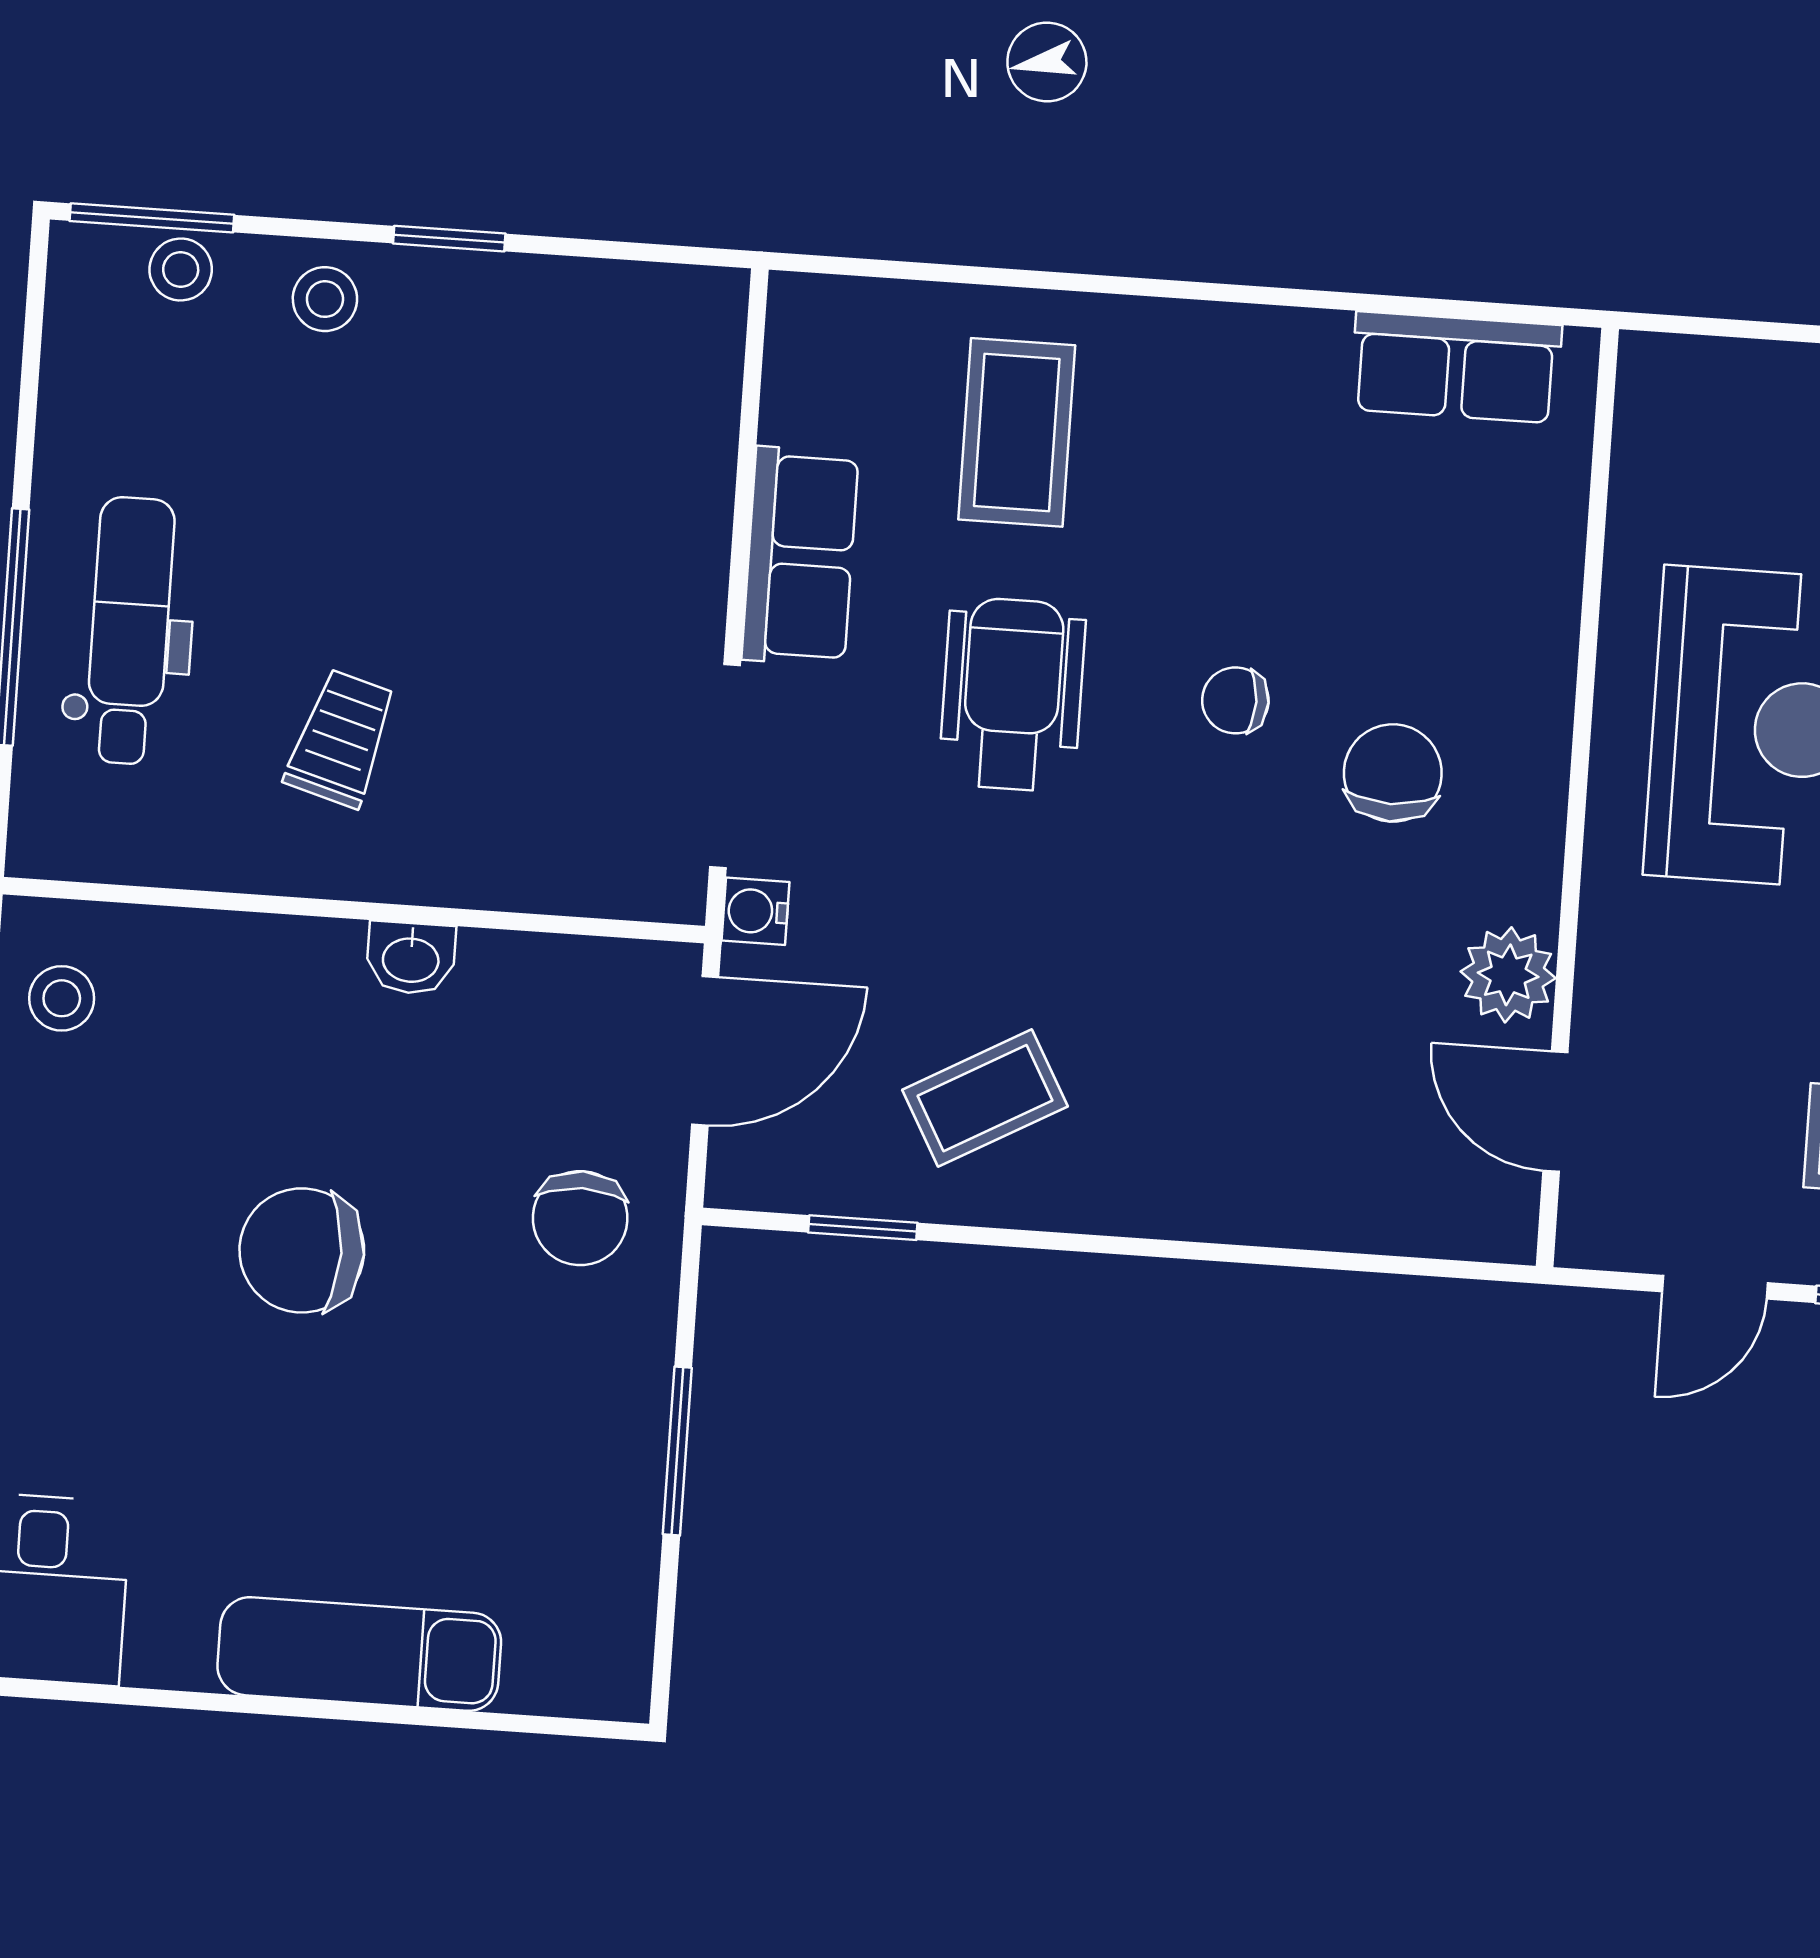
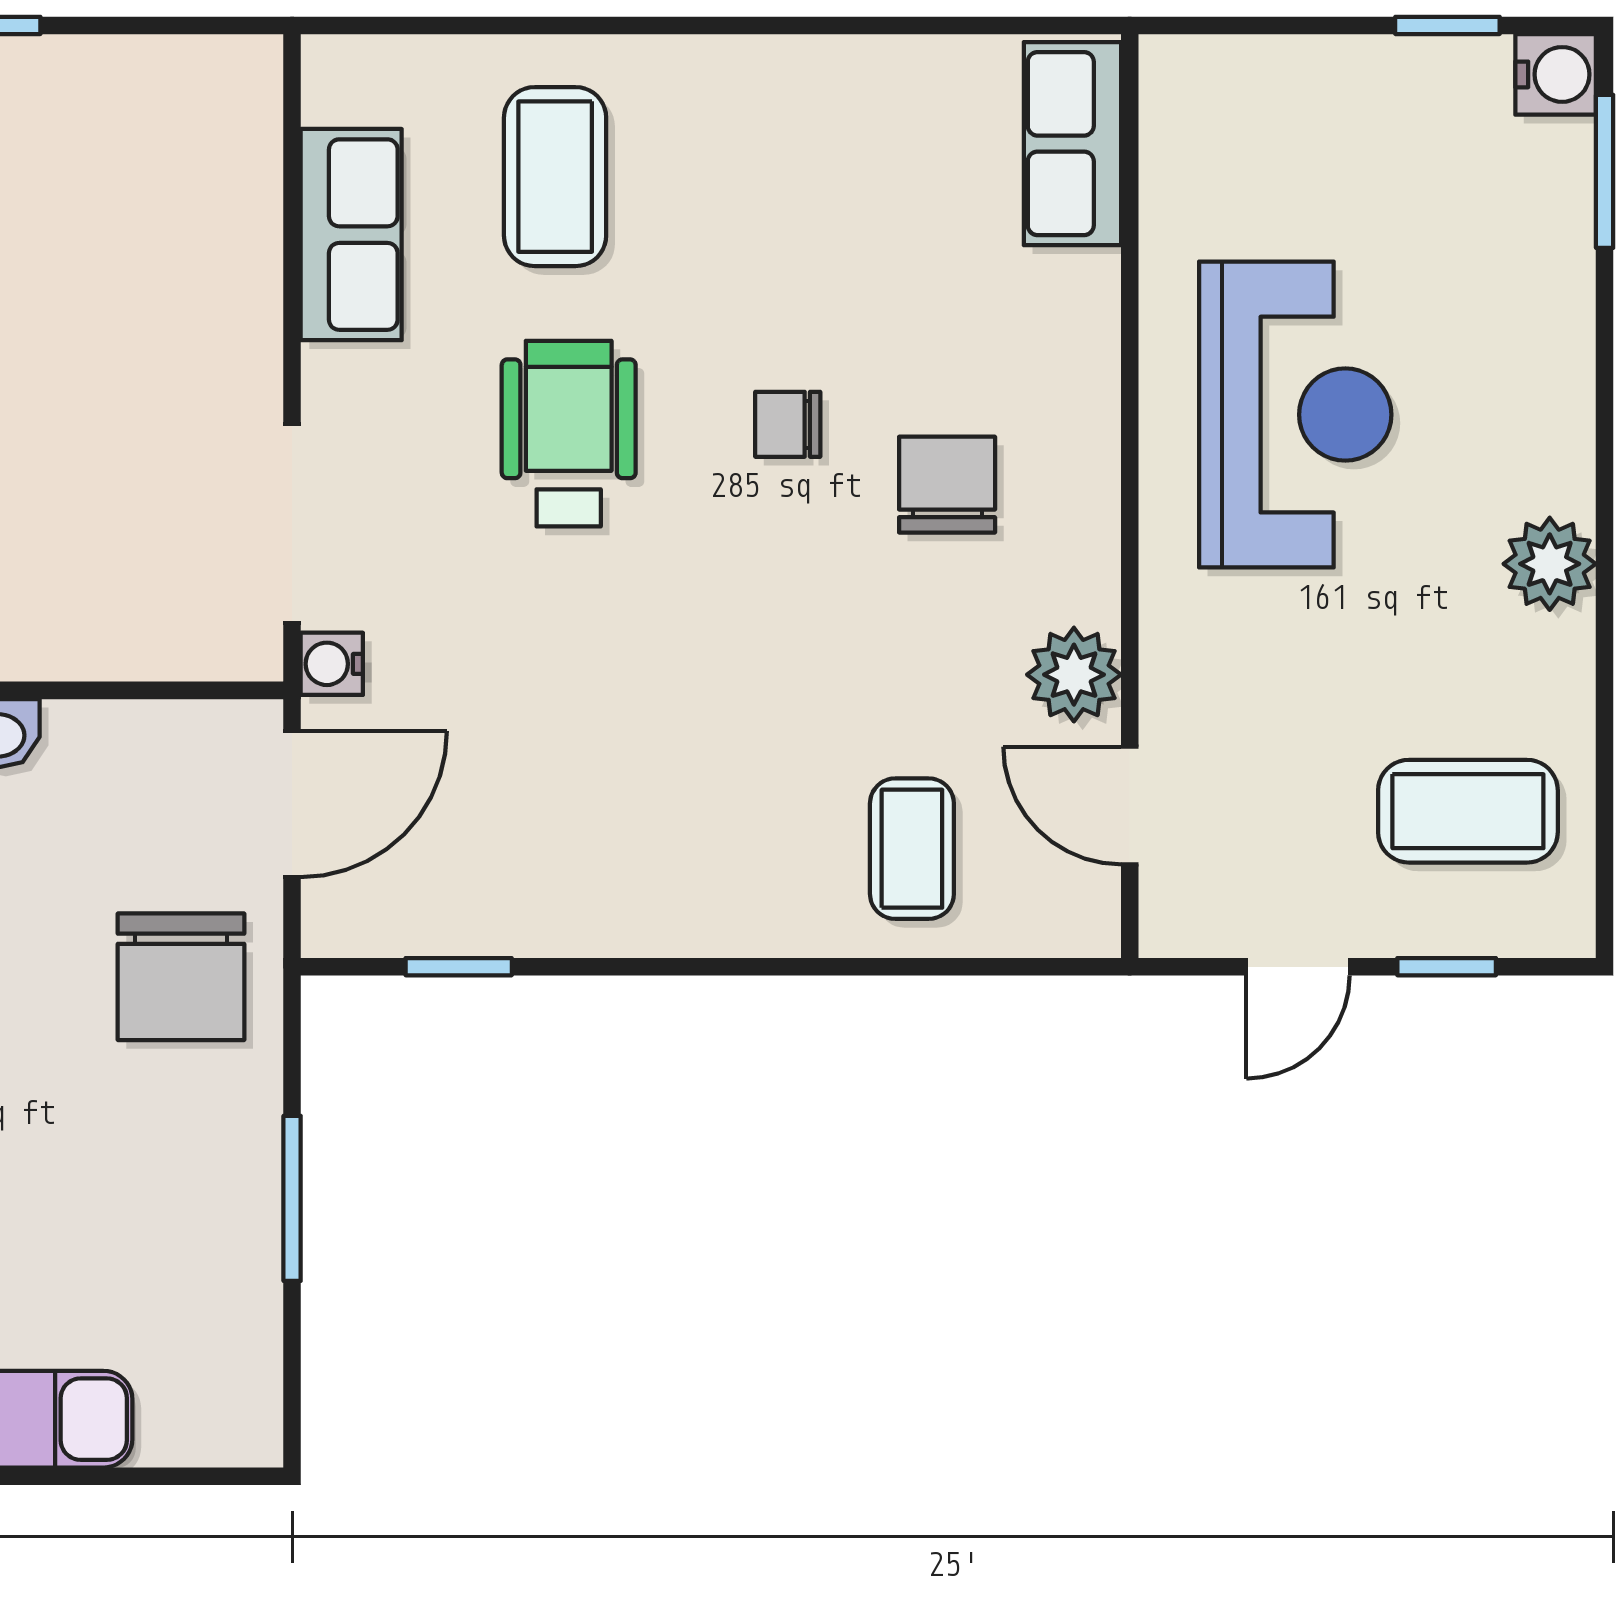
row of seats: (1456, 367) -> (1072, 144), moved, turned 90
row of seats: (800, 556) -> (351, 235), moved
coffee table: (985, 1098) -> (912, 849), moved, turned -61
chair: (580, 1218) -> (181, 977), width x1.37, depth x1.37

